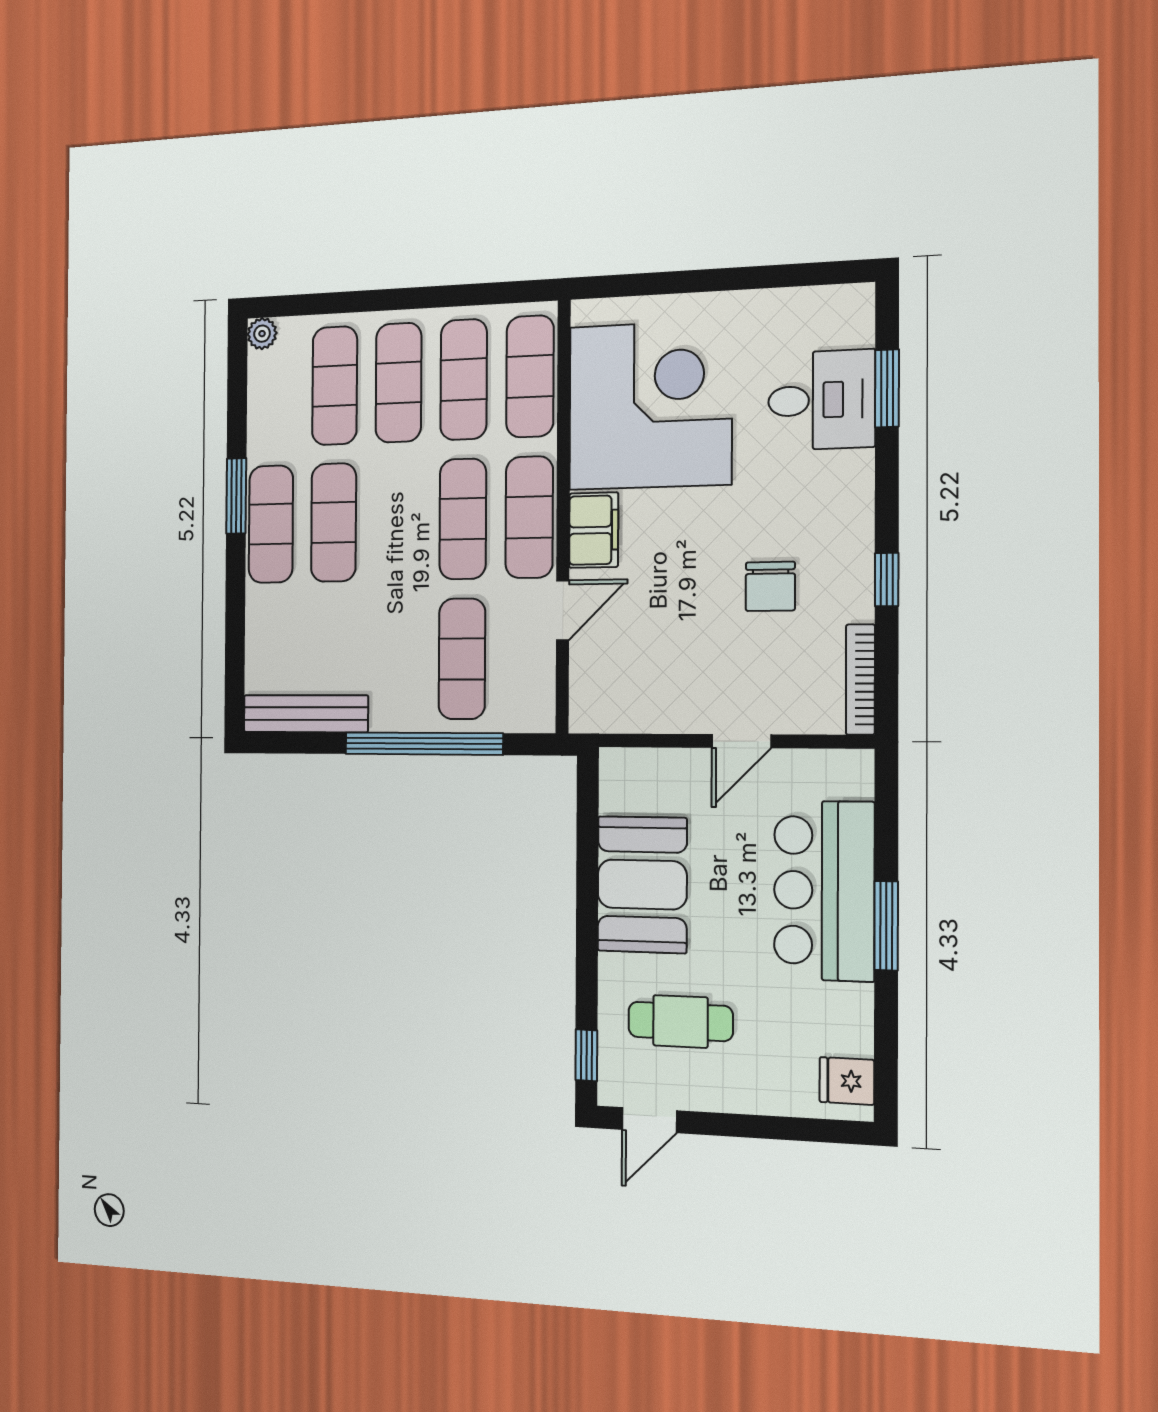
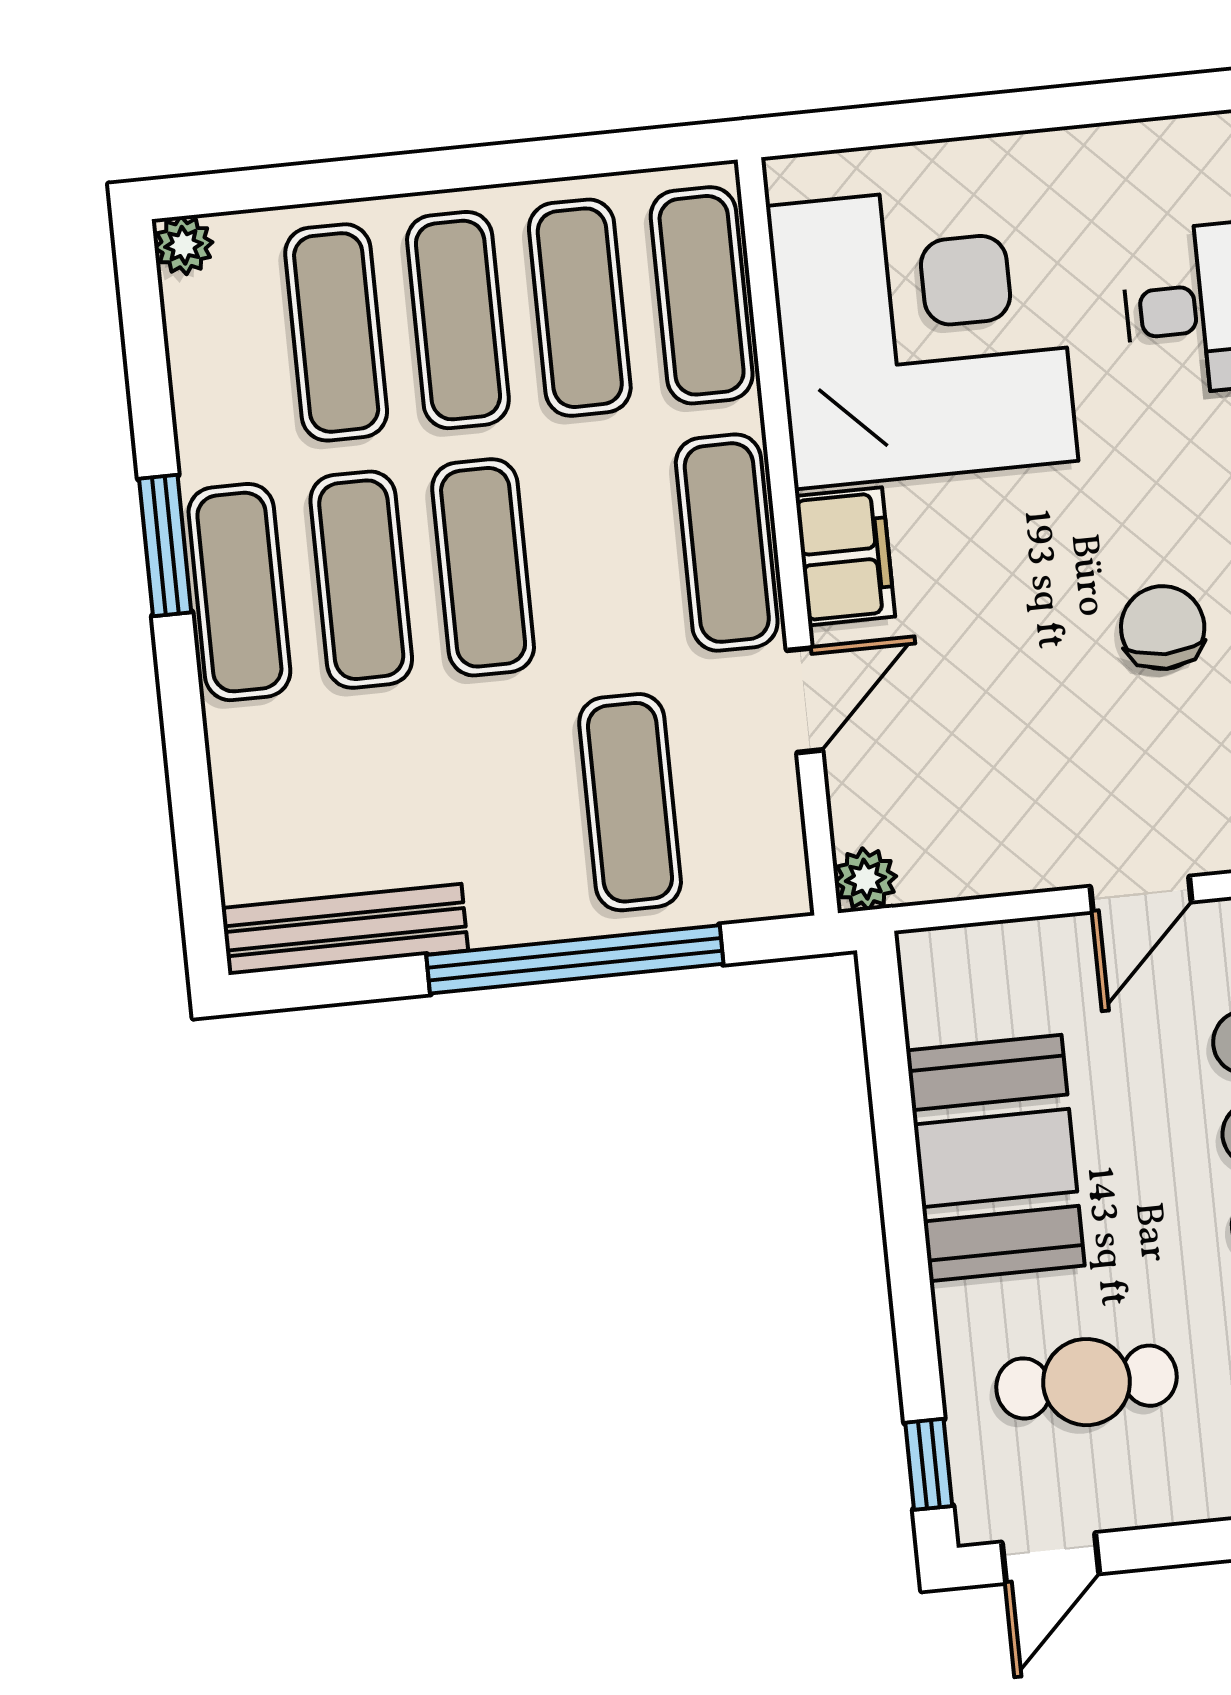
exercise mat: (463, 519) -> (483, 567), moved
chair: (770, 586) -> (1163, 628), turned 180
plant: (586, 716) -> (866, 879), added

